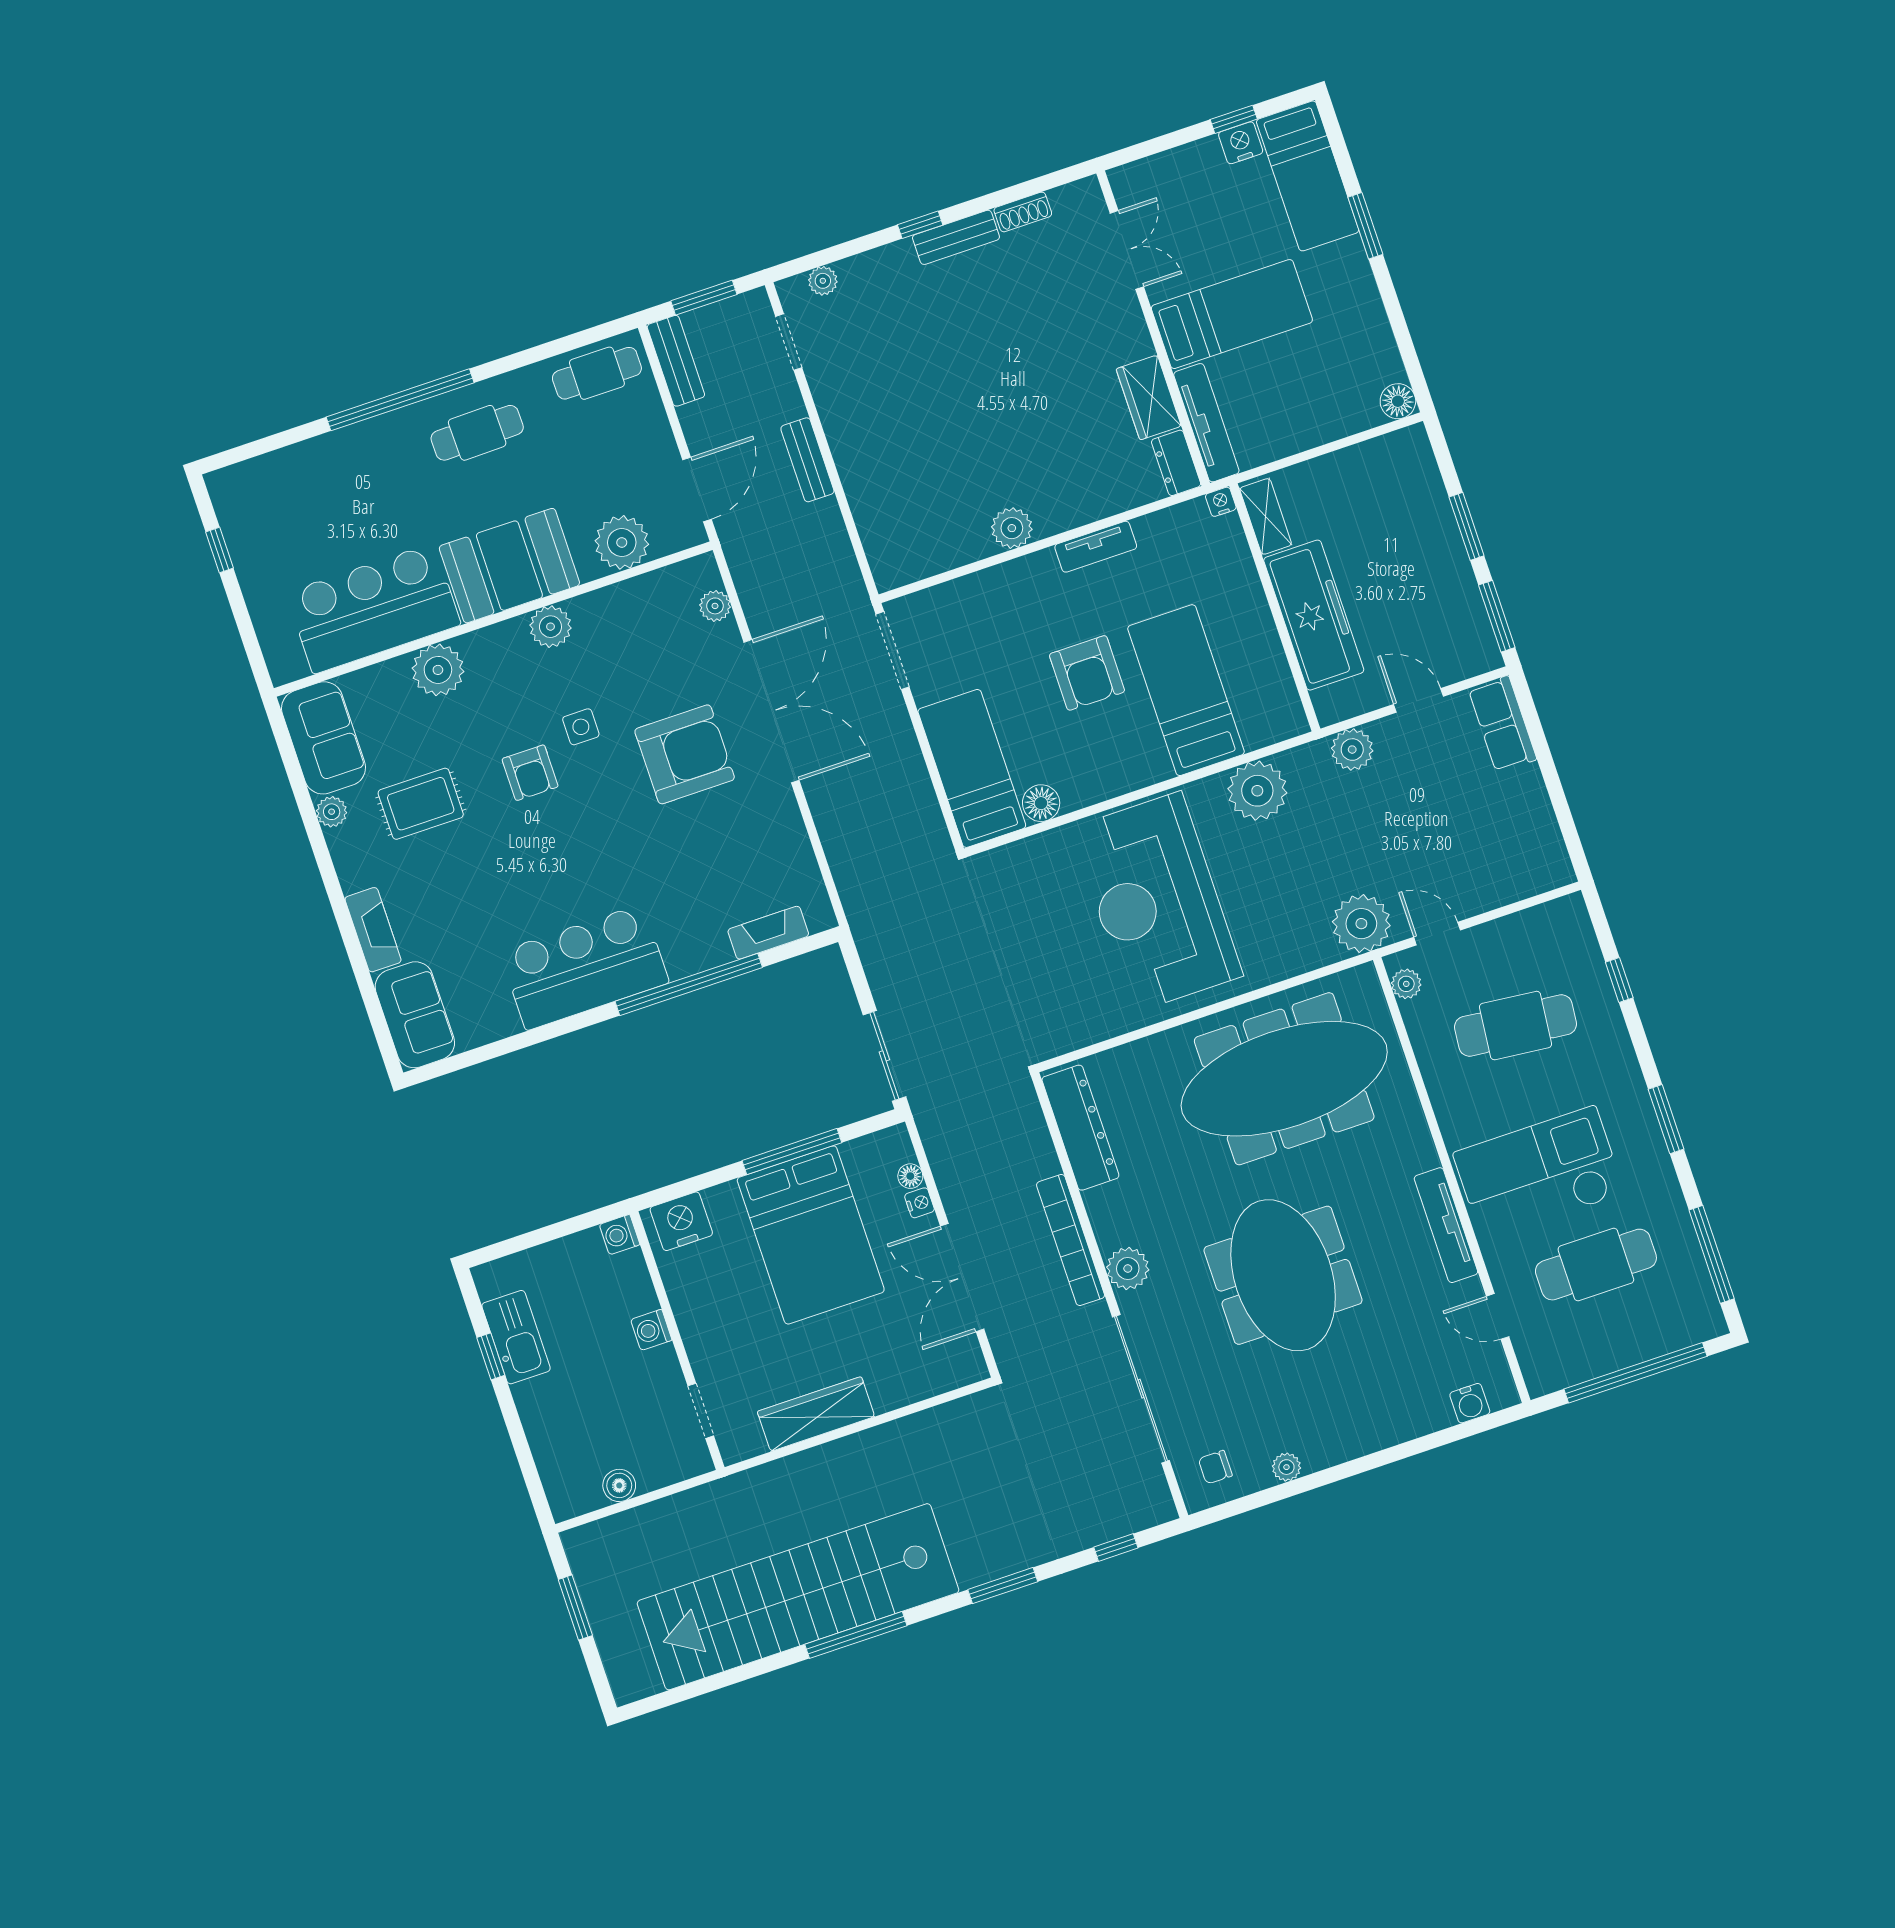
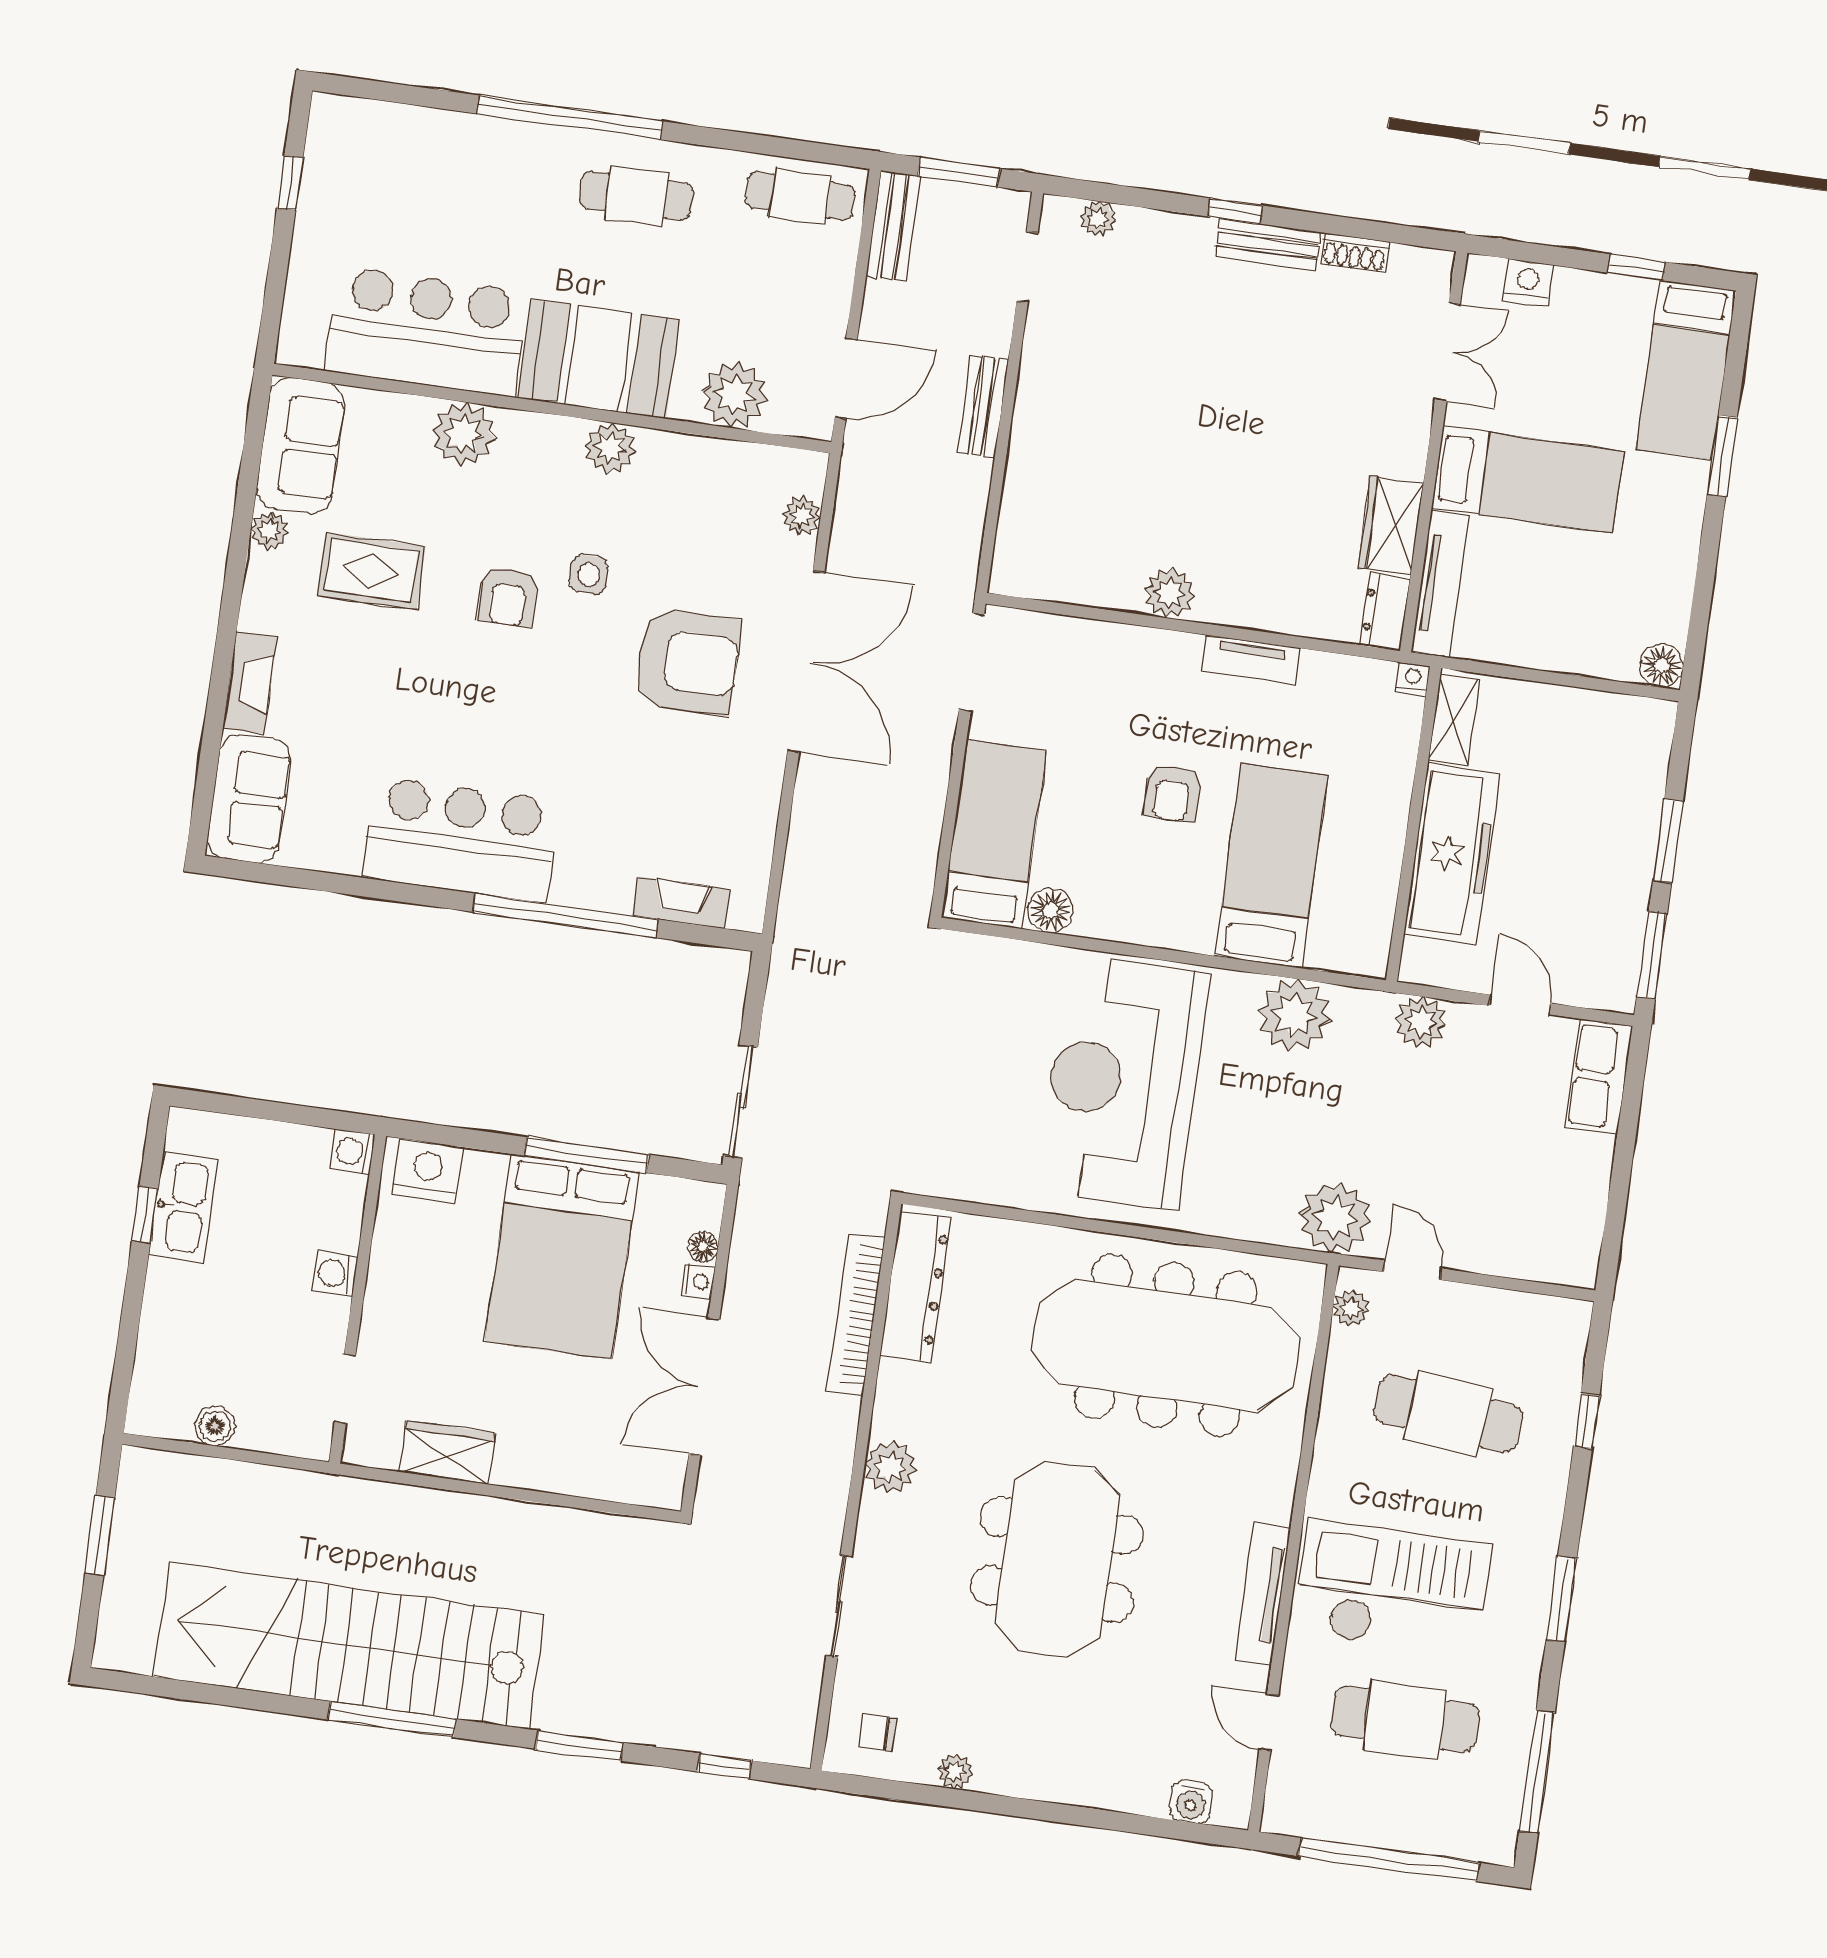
nightstand: (1241, 143) -> (1528, 282), moved
armchair: (1087, 673) -> (1172, 793), width x0.72, depth x0.72
bookcase: (1071, 1240) -> (856, 1315), moved
sliding door: (1141, 1389) -> (839, 1606), width x0.54
wardrobe: (816, 1414) -> (447, 1452), width x0.67

